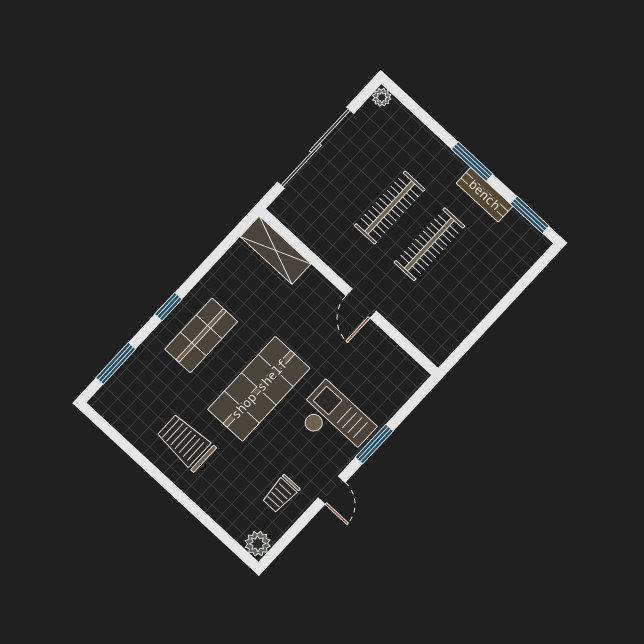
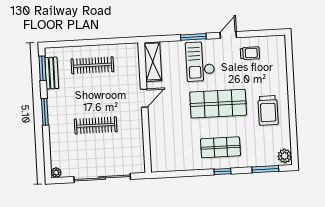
bench: (485, 195) -> (52, 73), moved
clothes rail: (429, 244) -> (92, 65), moved
shelving: (276, 250) -> (153, 62), moved
plant: (258, 544) -> (285, 156), moved

